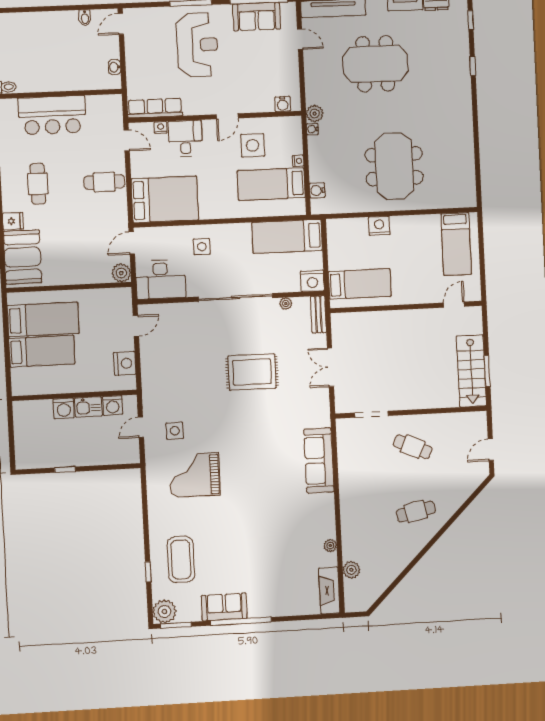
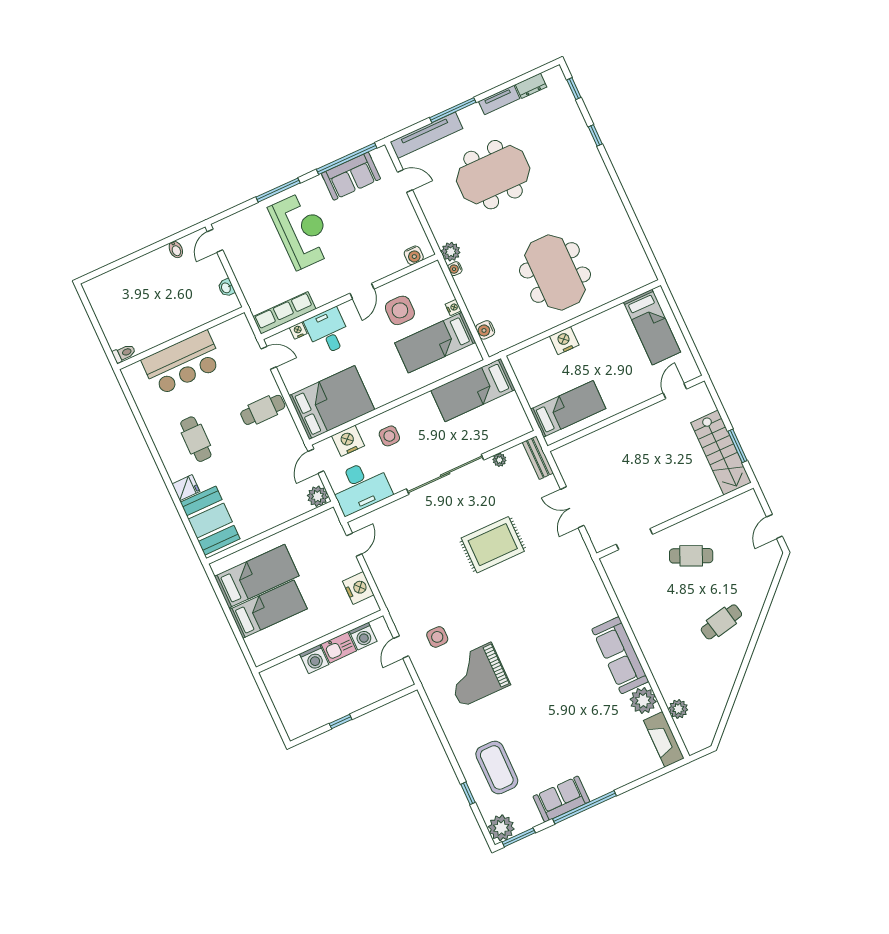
nightstand: (312, 281) -> (348, 441), moved, turned 180
sofa: (319, 460) -> (620, 655), moved
plant: (330, 546) -> (643, 700), width x1.88, depth x1.88

